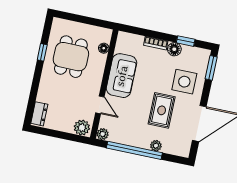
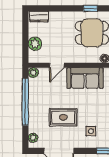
side table: (184, 82) -> (91, 131), width x0.54, depth x0.54
plant: (82, 128) -> (35, 44), moved
plant: (156, 146) -> (33, 138), moved

